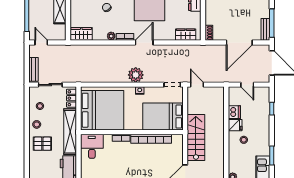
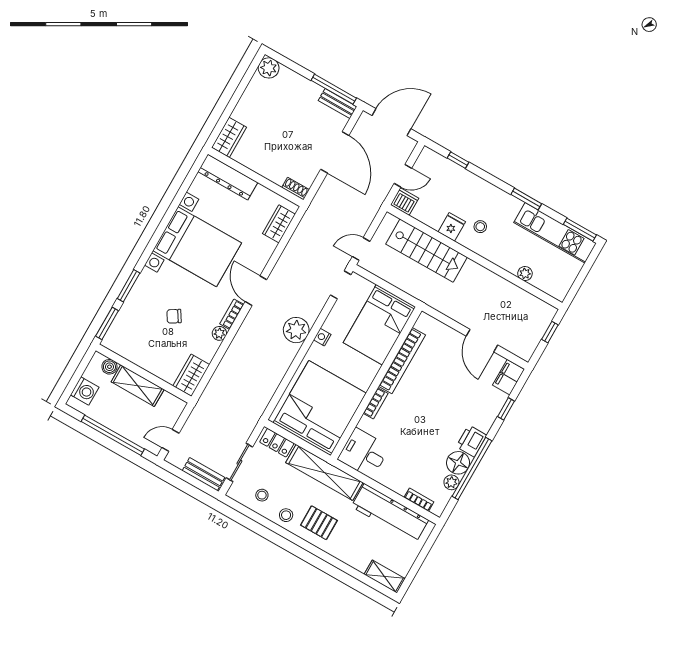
dishwasher: (234, 112) -> (405, 202), moved
stairs: (196, 138) -> (427, 251), moved, turned 180
pallet: (42, 144) -> (319, 523), turned 90

